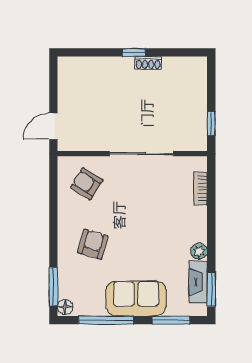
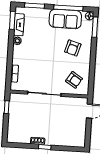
sofa: (136, 299) -> (65, 19), moved

